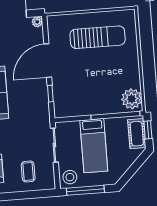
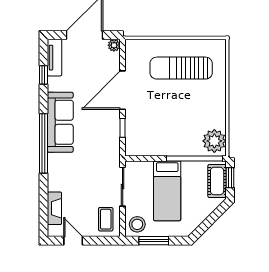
sun lounger: (98, 37) -> (181, 68), turned 180
coffee table: (28, 171) -> (106, 219), moved
window: (85, 190) -> (154, 241), width x0.69
door: (15, 196) -> (73, 241), added

